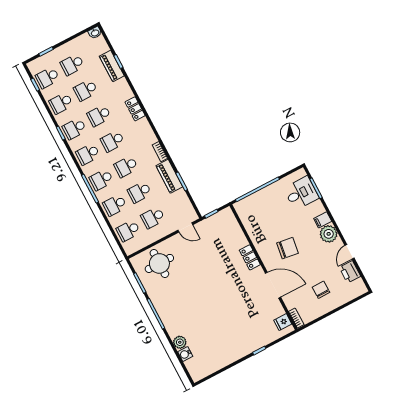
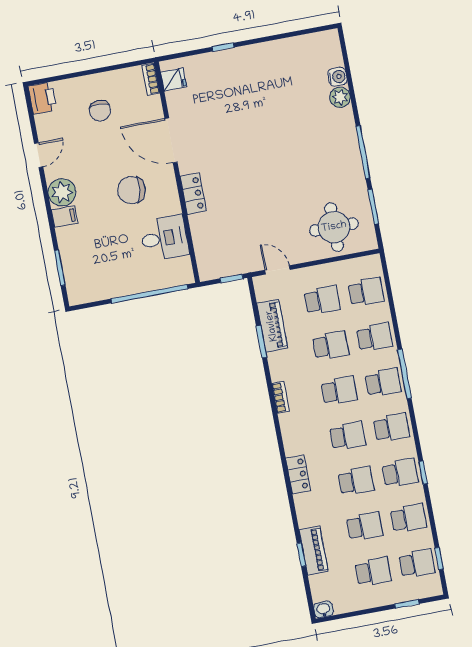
piano: (169, 176) -> (272, 326), moved
desk: (301, 193) -> (164, 238), moved, turned 180
printer: (350, 272) -> (42, 98), moved

